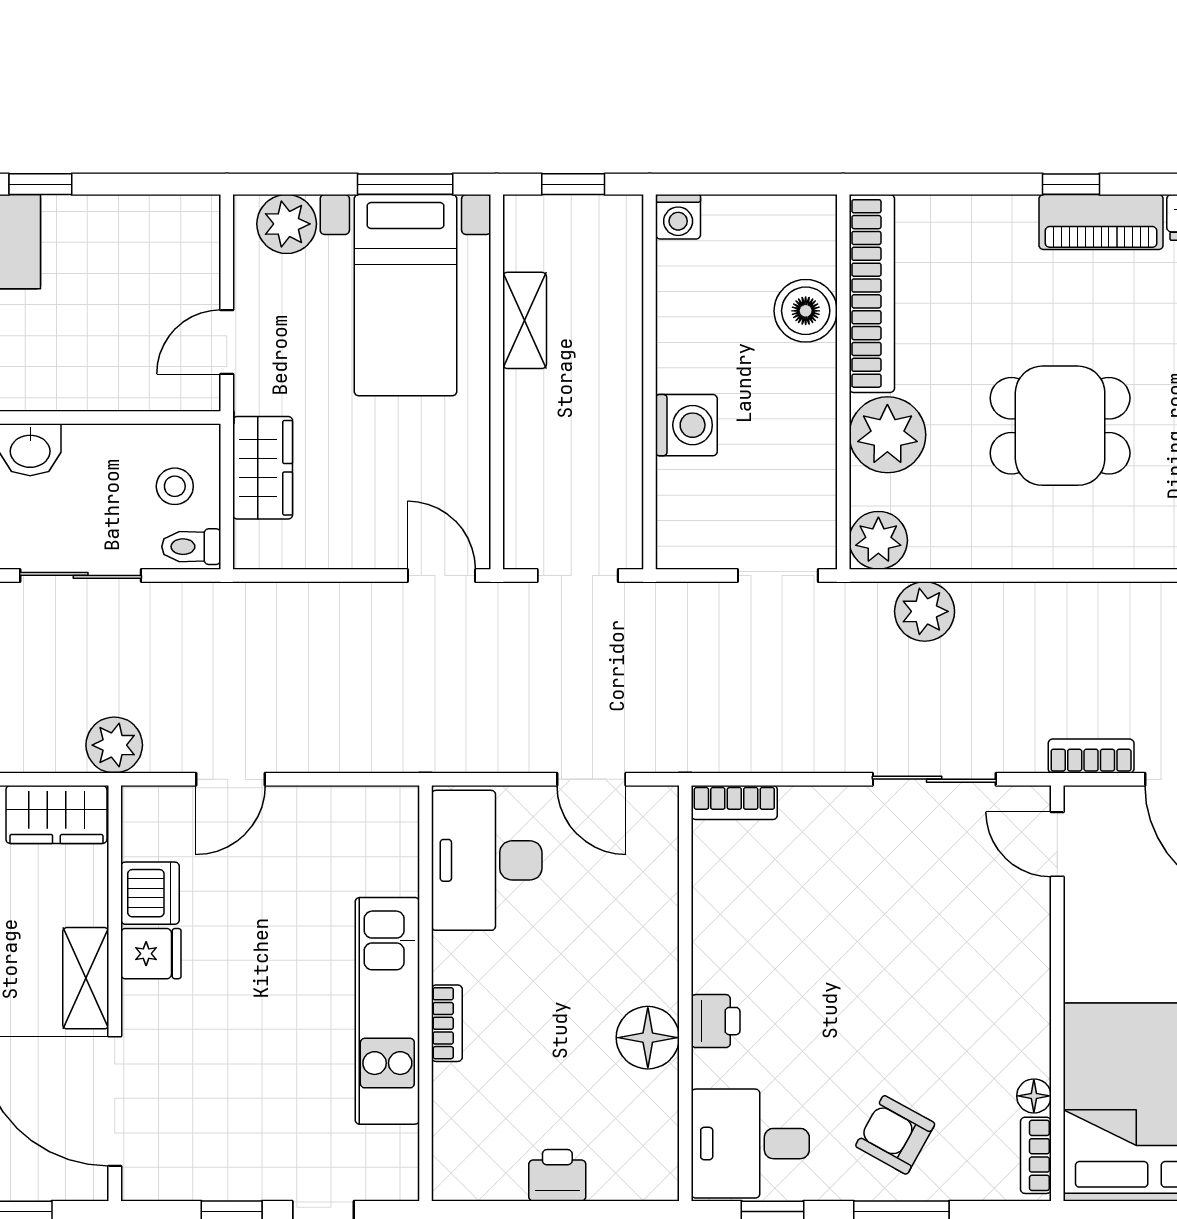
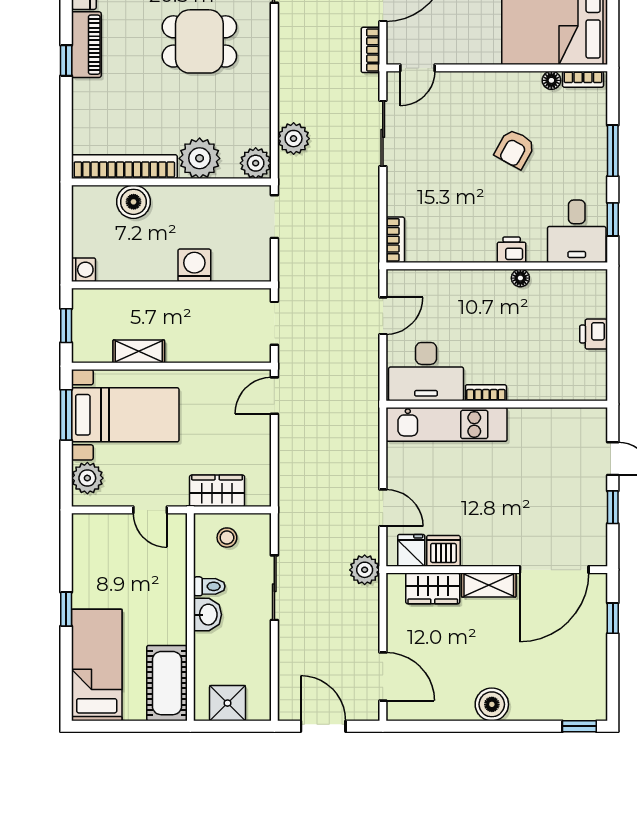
dining table: (1060, 426) -> (199, 41), moved, turned 90
toilet: (191, 547) -> (209, 586), moved, turned -90
wardrobe: (56, 815) -> (433, 588), moved, turned 90
fridge: (151, 954) -> (411, 550), moved
kitchen unit: (387, 1011) -> (446, 424), moved
bookcase: (447, 1023) -> (486, 393), moved
floor lamp: (648, 1038) -> (520, 278), width x0.53, depth x0.53
armchair: (895, 1135) -> (515, 149), moved

